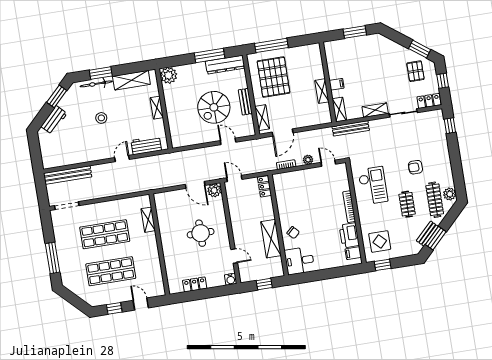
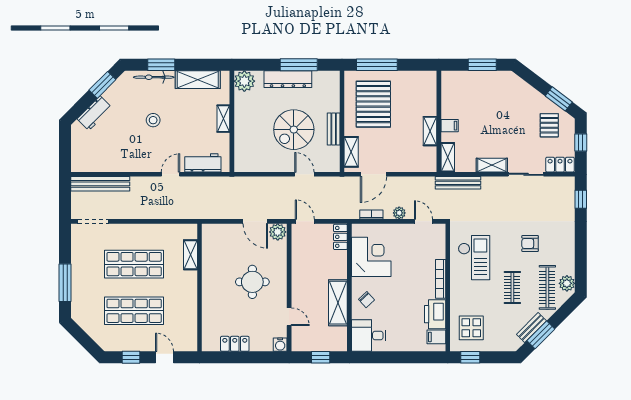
dresser: (225, 65) -> (288, 79), moved
corner desk: (291, 198) -> (371, 257), added

